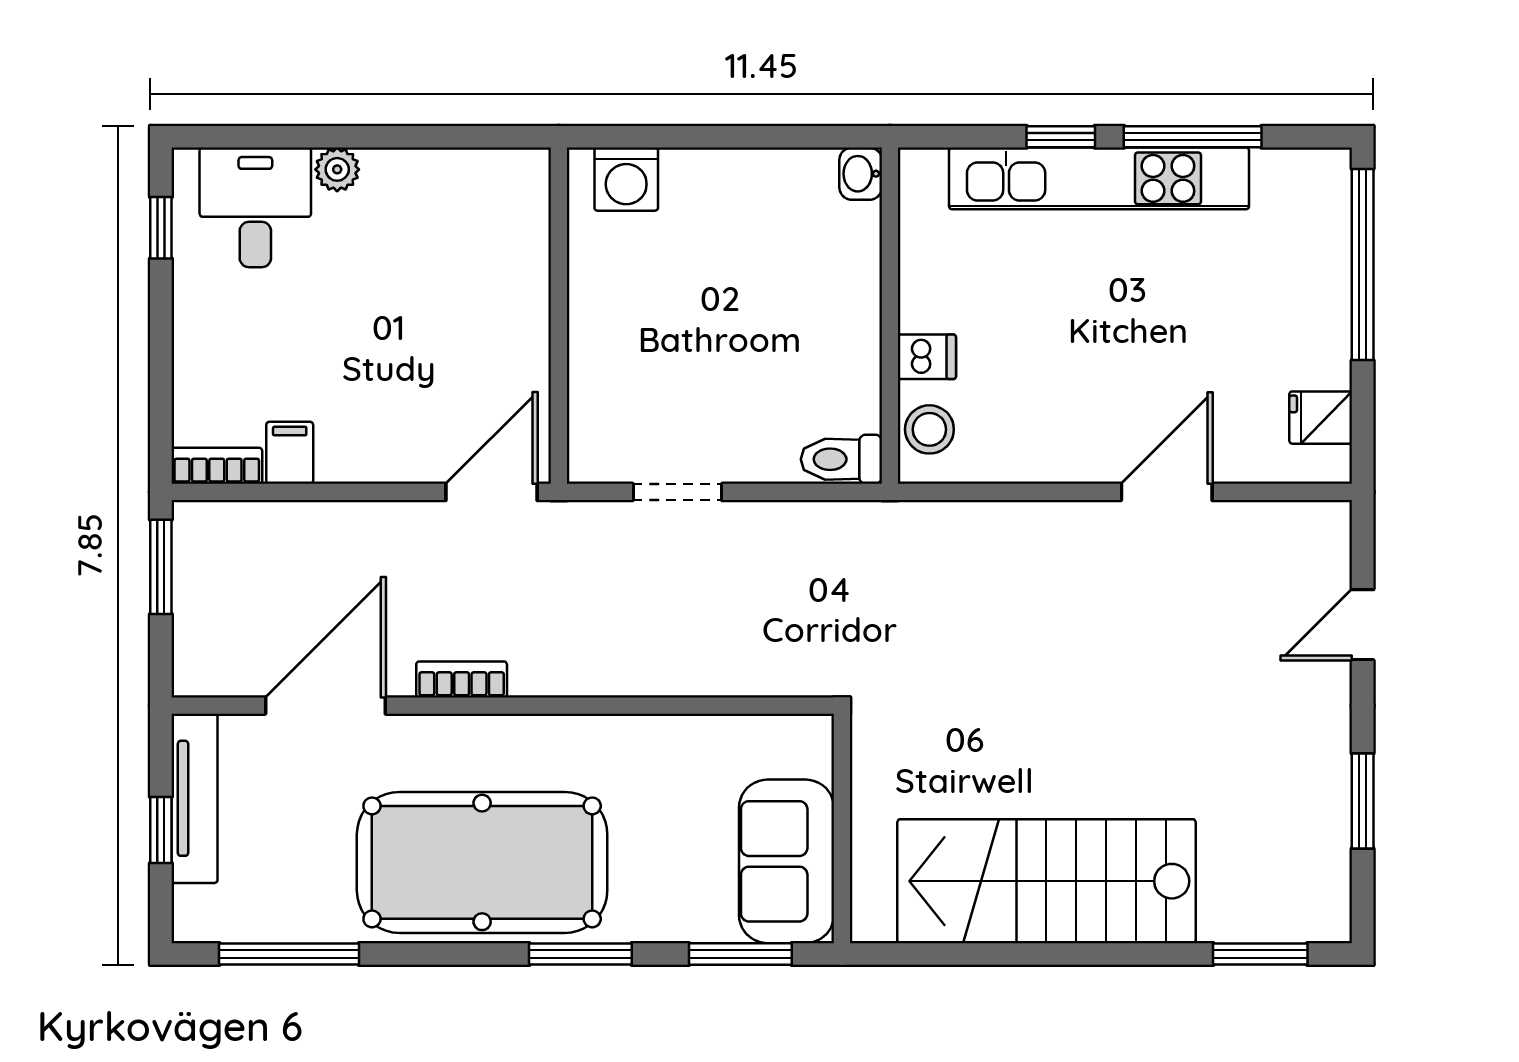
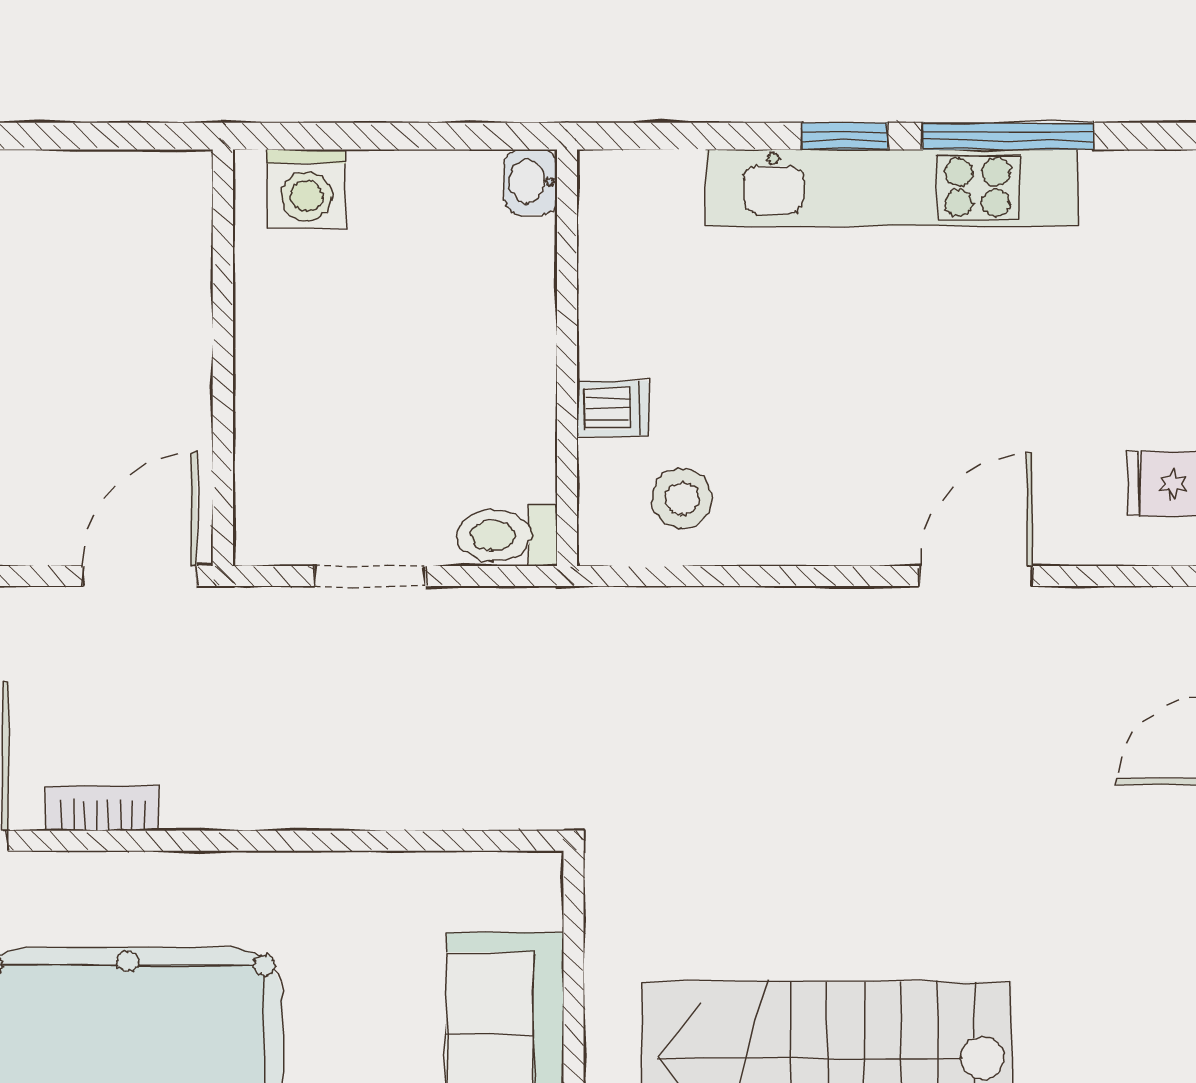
washbasin: (861, 174) -> (531, 182), moved
wall: (890, 316) -> (567, 358), moved
dishwasher: (927, 357) -> (613, 409), moved
toilet: (841, 459) -> (507, 536), moved

